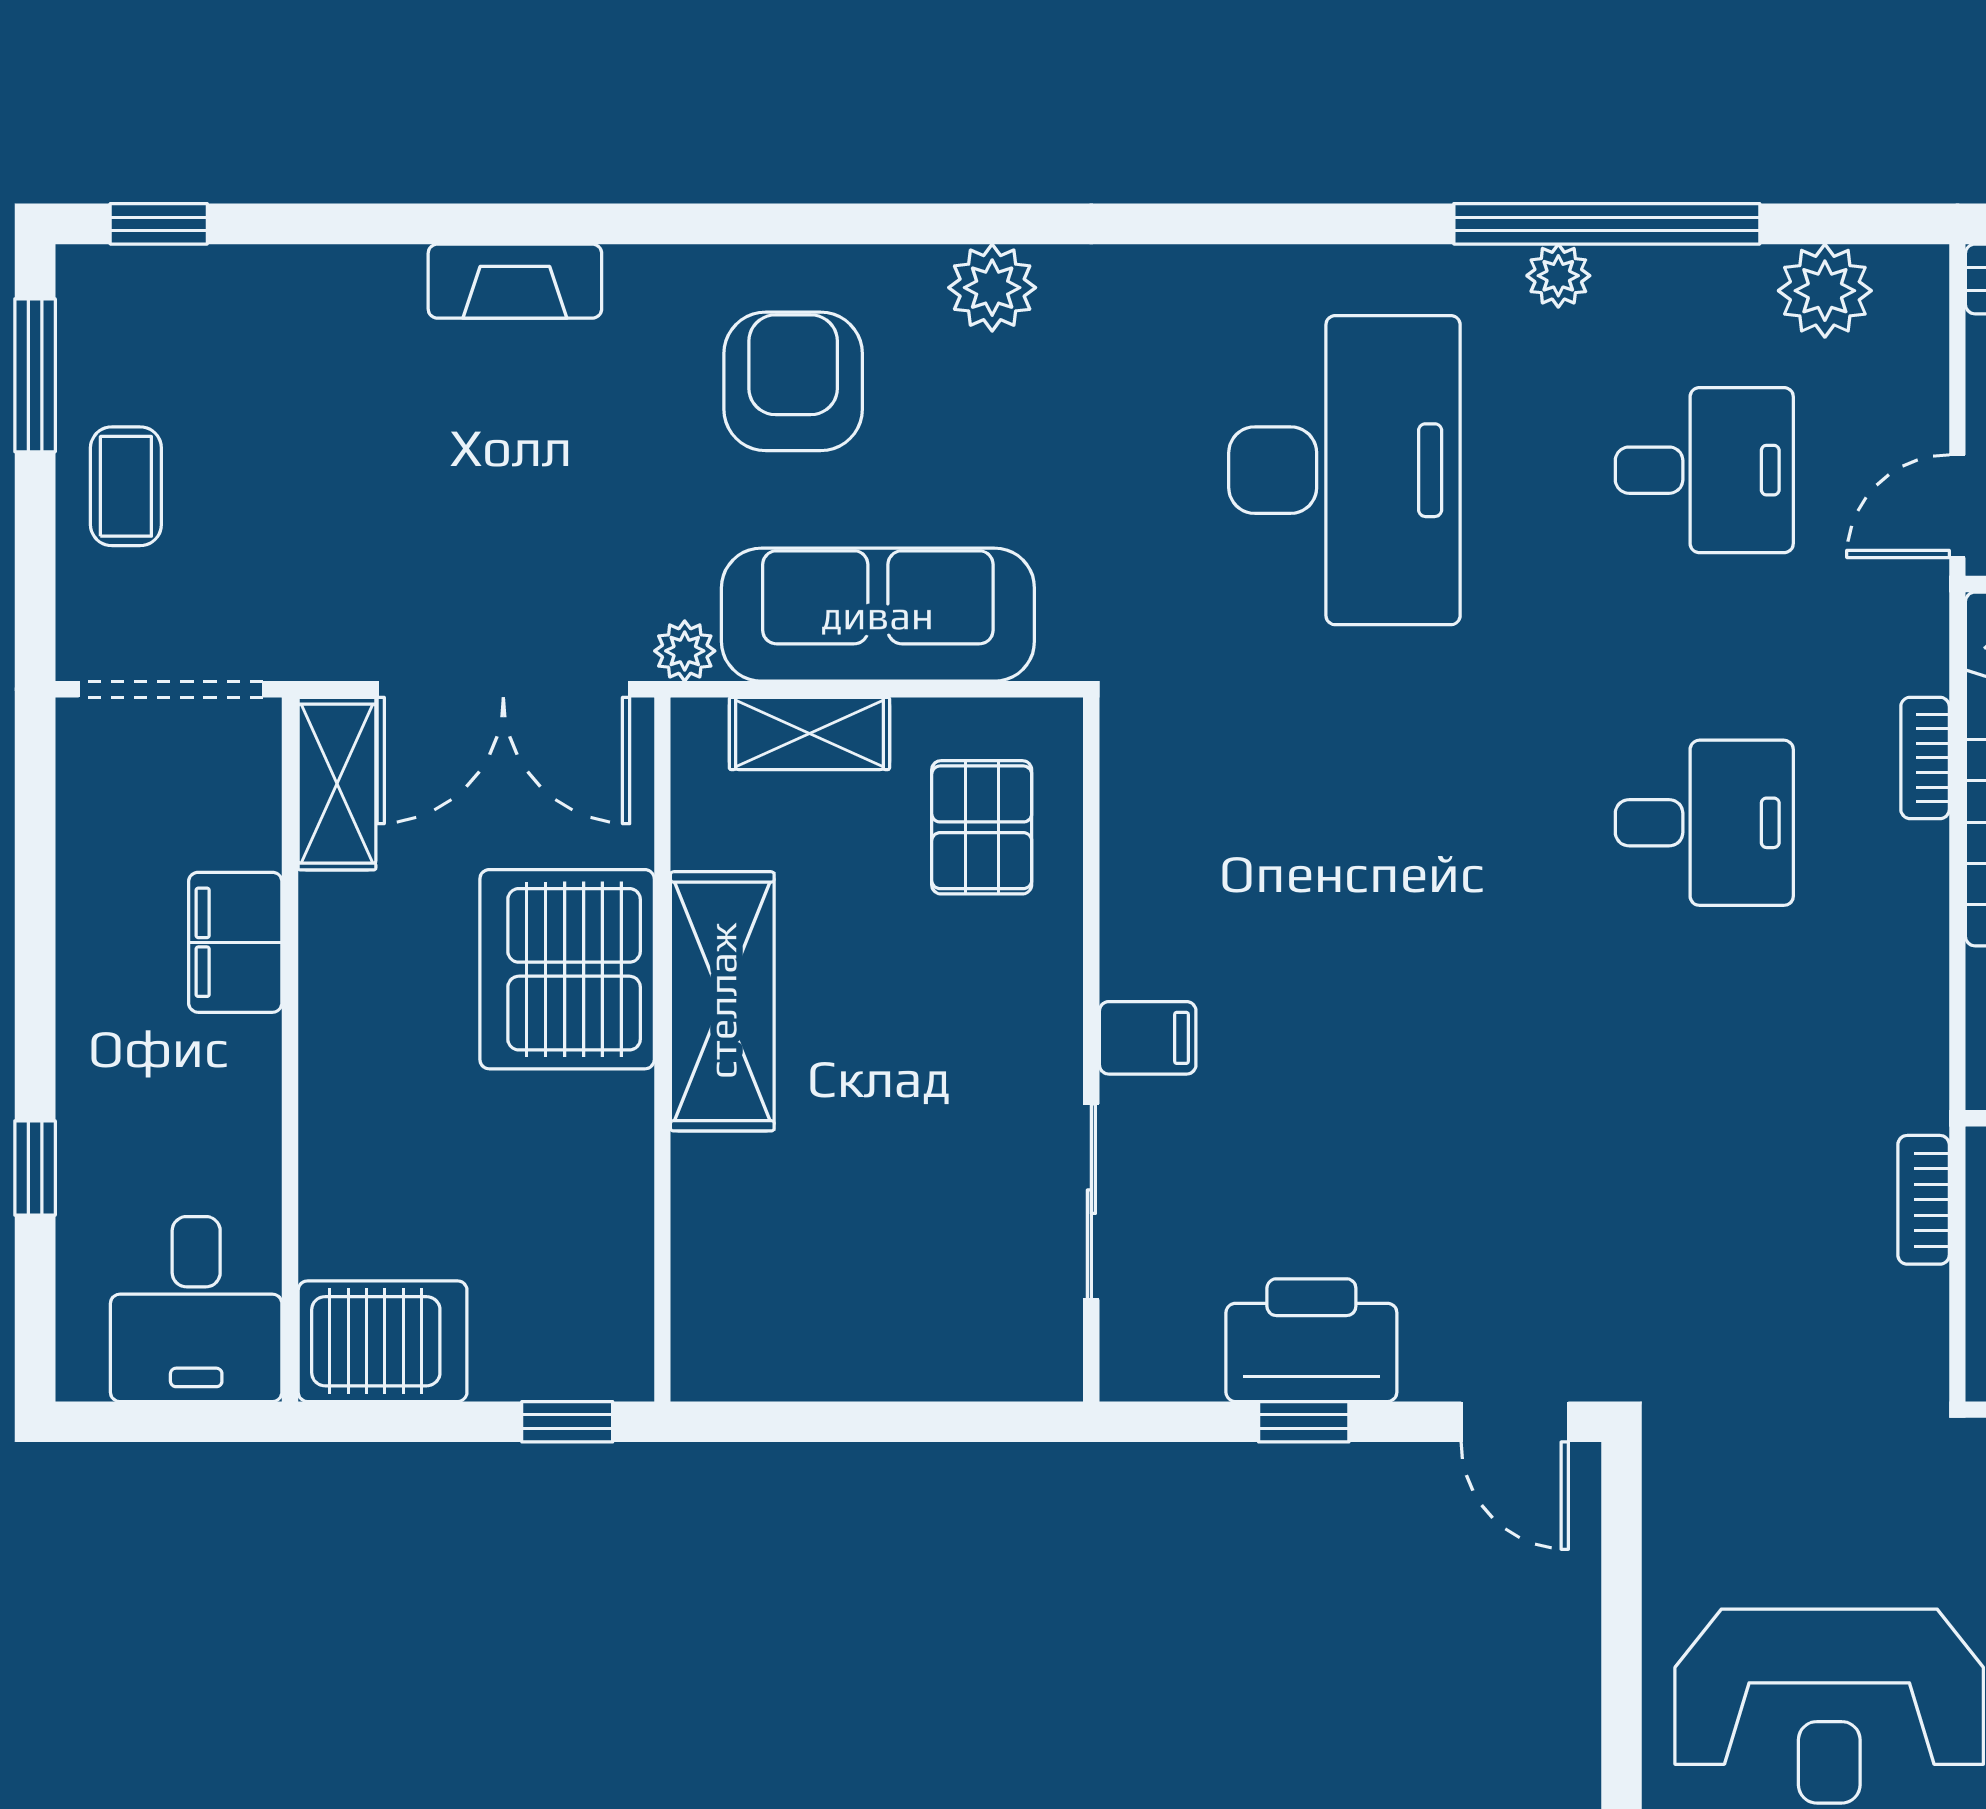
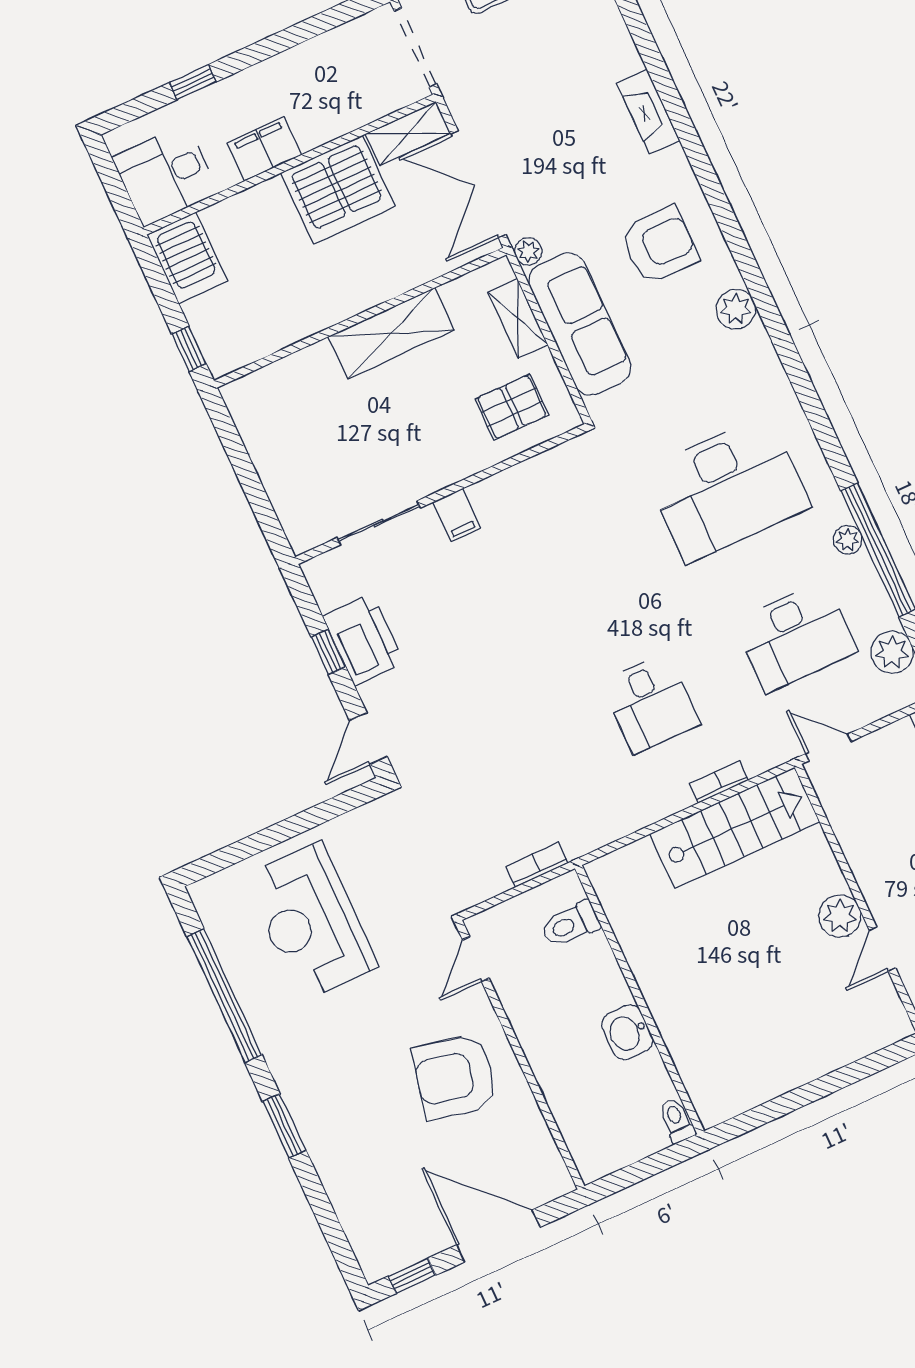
desk: (1704, 470) -> (795, 637), width x1.37
filing cabinet: (235, 942) -> (264, 149), moved
server rack: (567, 969) -> (338, 190), moved, turned 180

